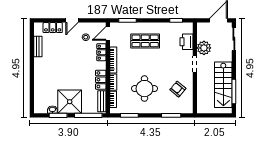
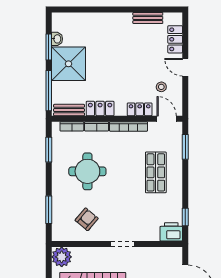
printer: (186, 42) -> (171, 232), moved
plant: (204, 48) -> (62, 257), moved

